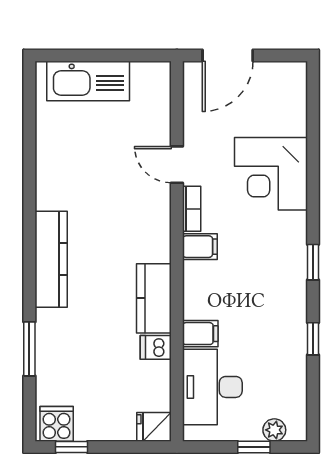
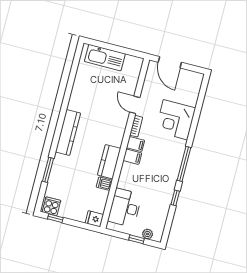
door: (228, 56) -> (170, 62), hinge flipped
window: (313, 262) -> (184, 164), width x2.17
filing cabinet: (200, 334) -> (132, 157), moved

